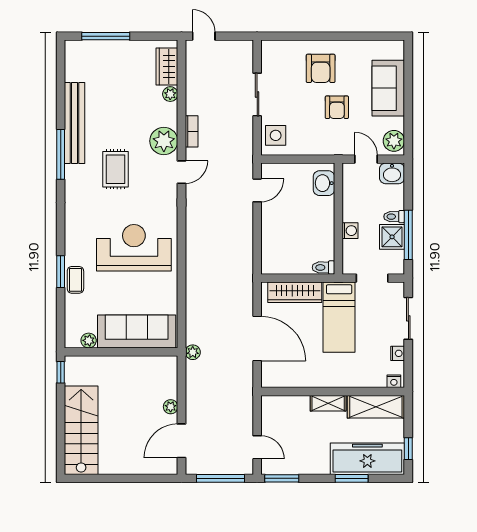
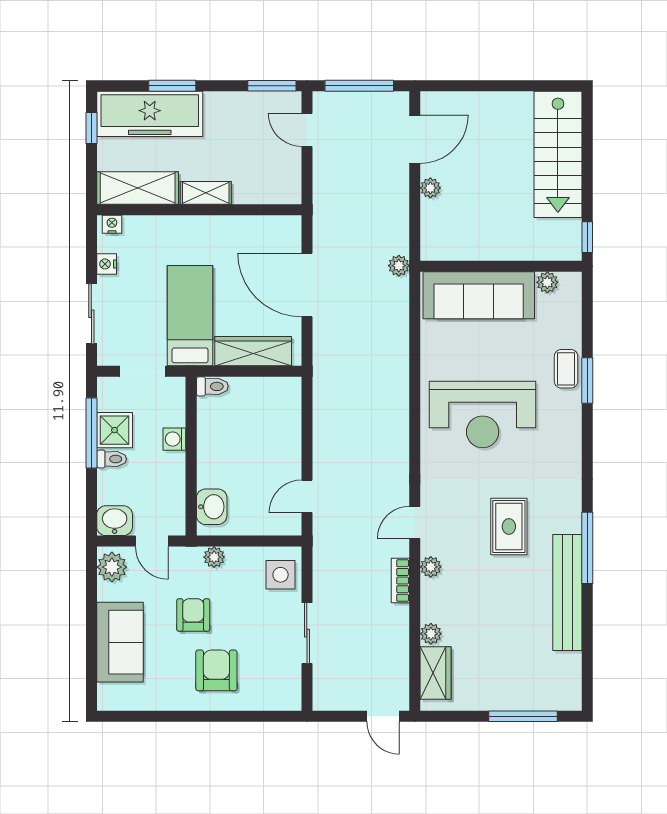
plant: (164, 141) -> (431, 567), width x0.53, depth x0.53
plant: (322, 148) -> (214, 557), added

